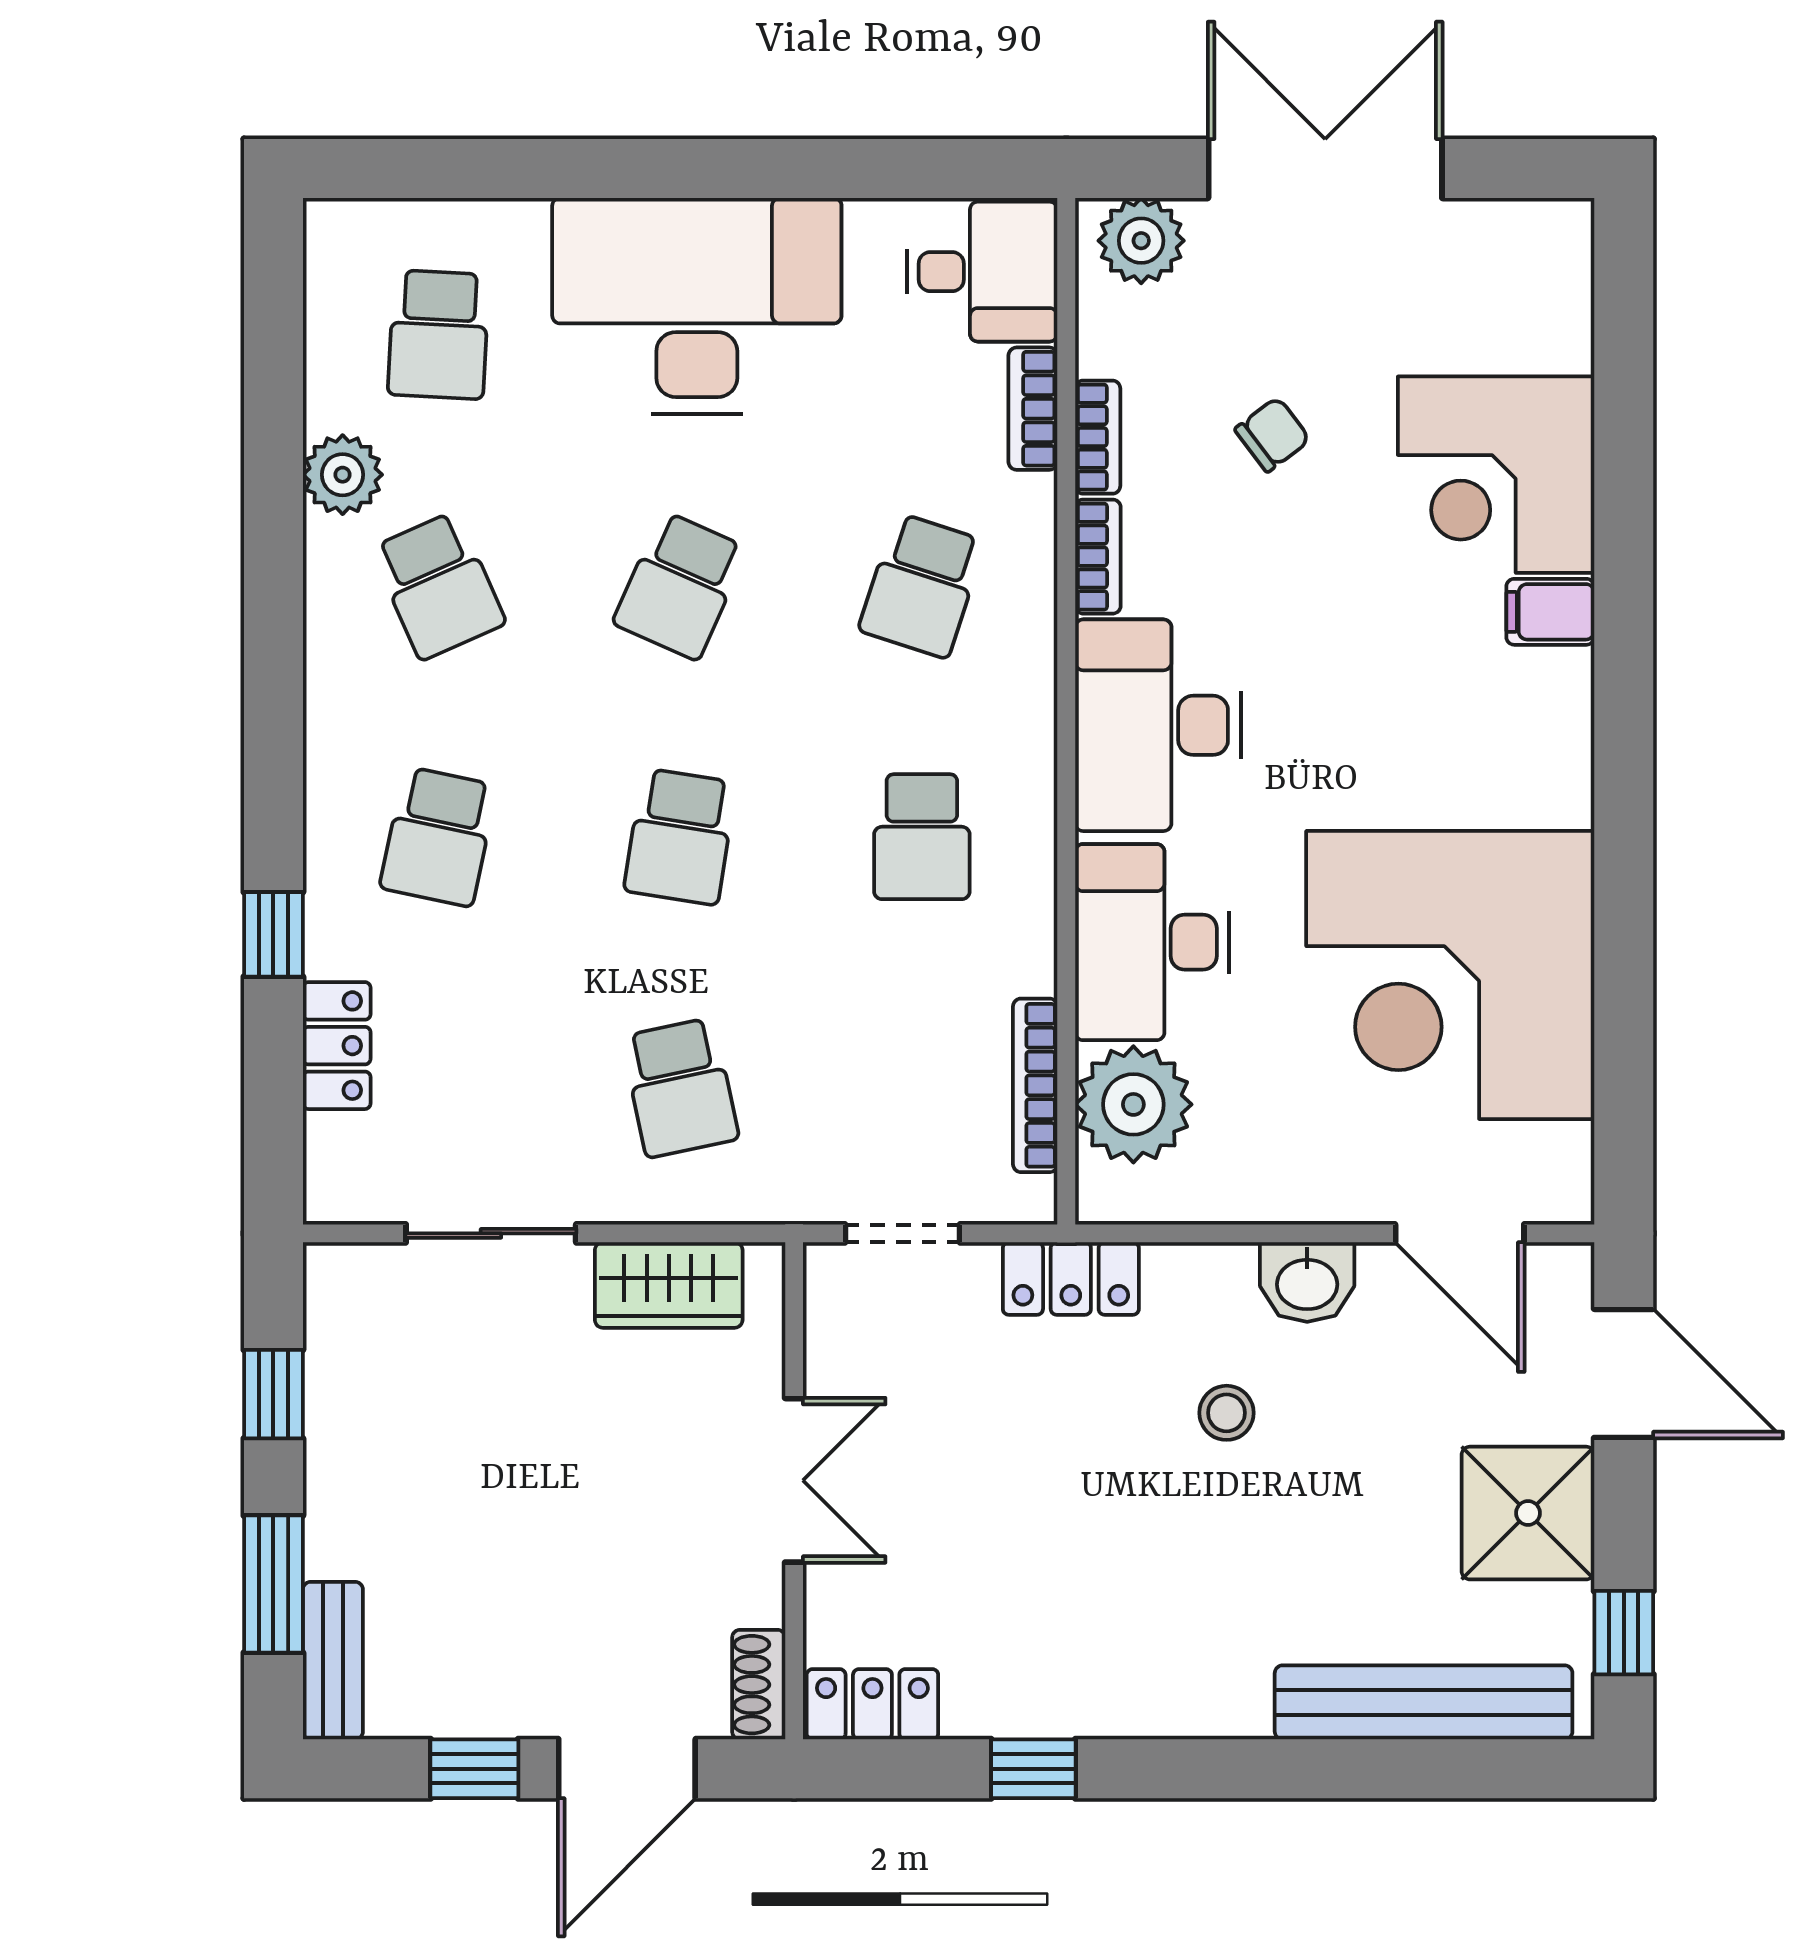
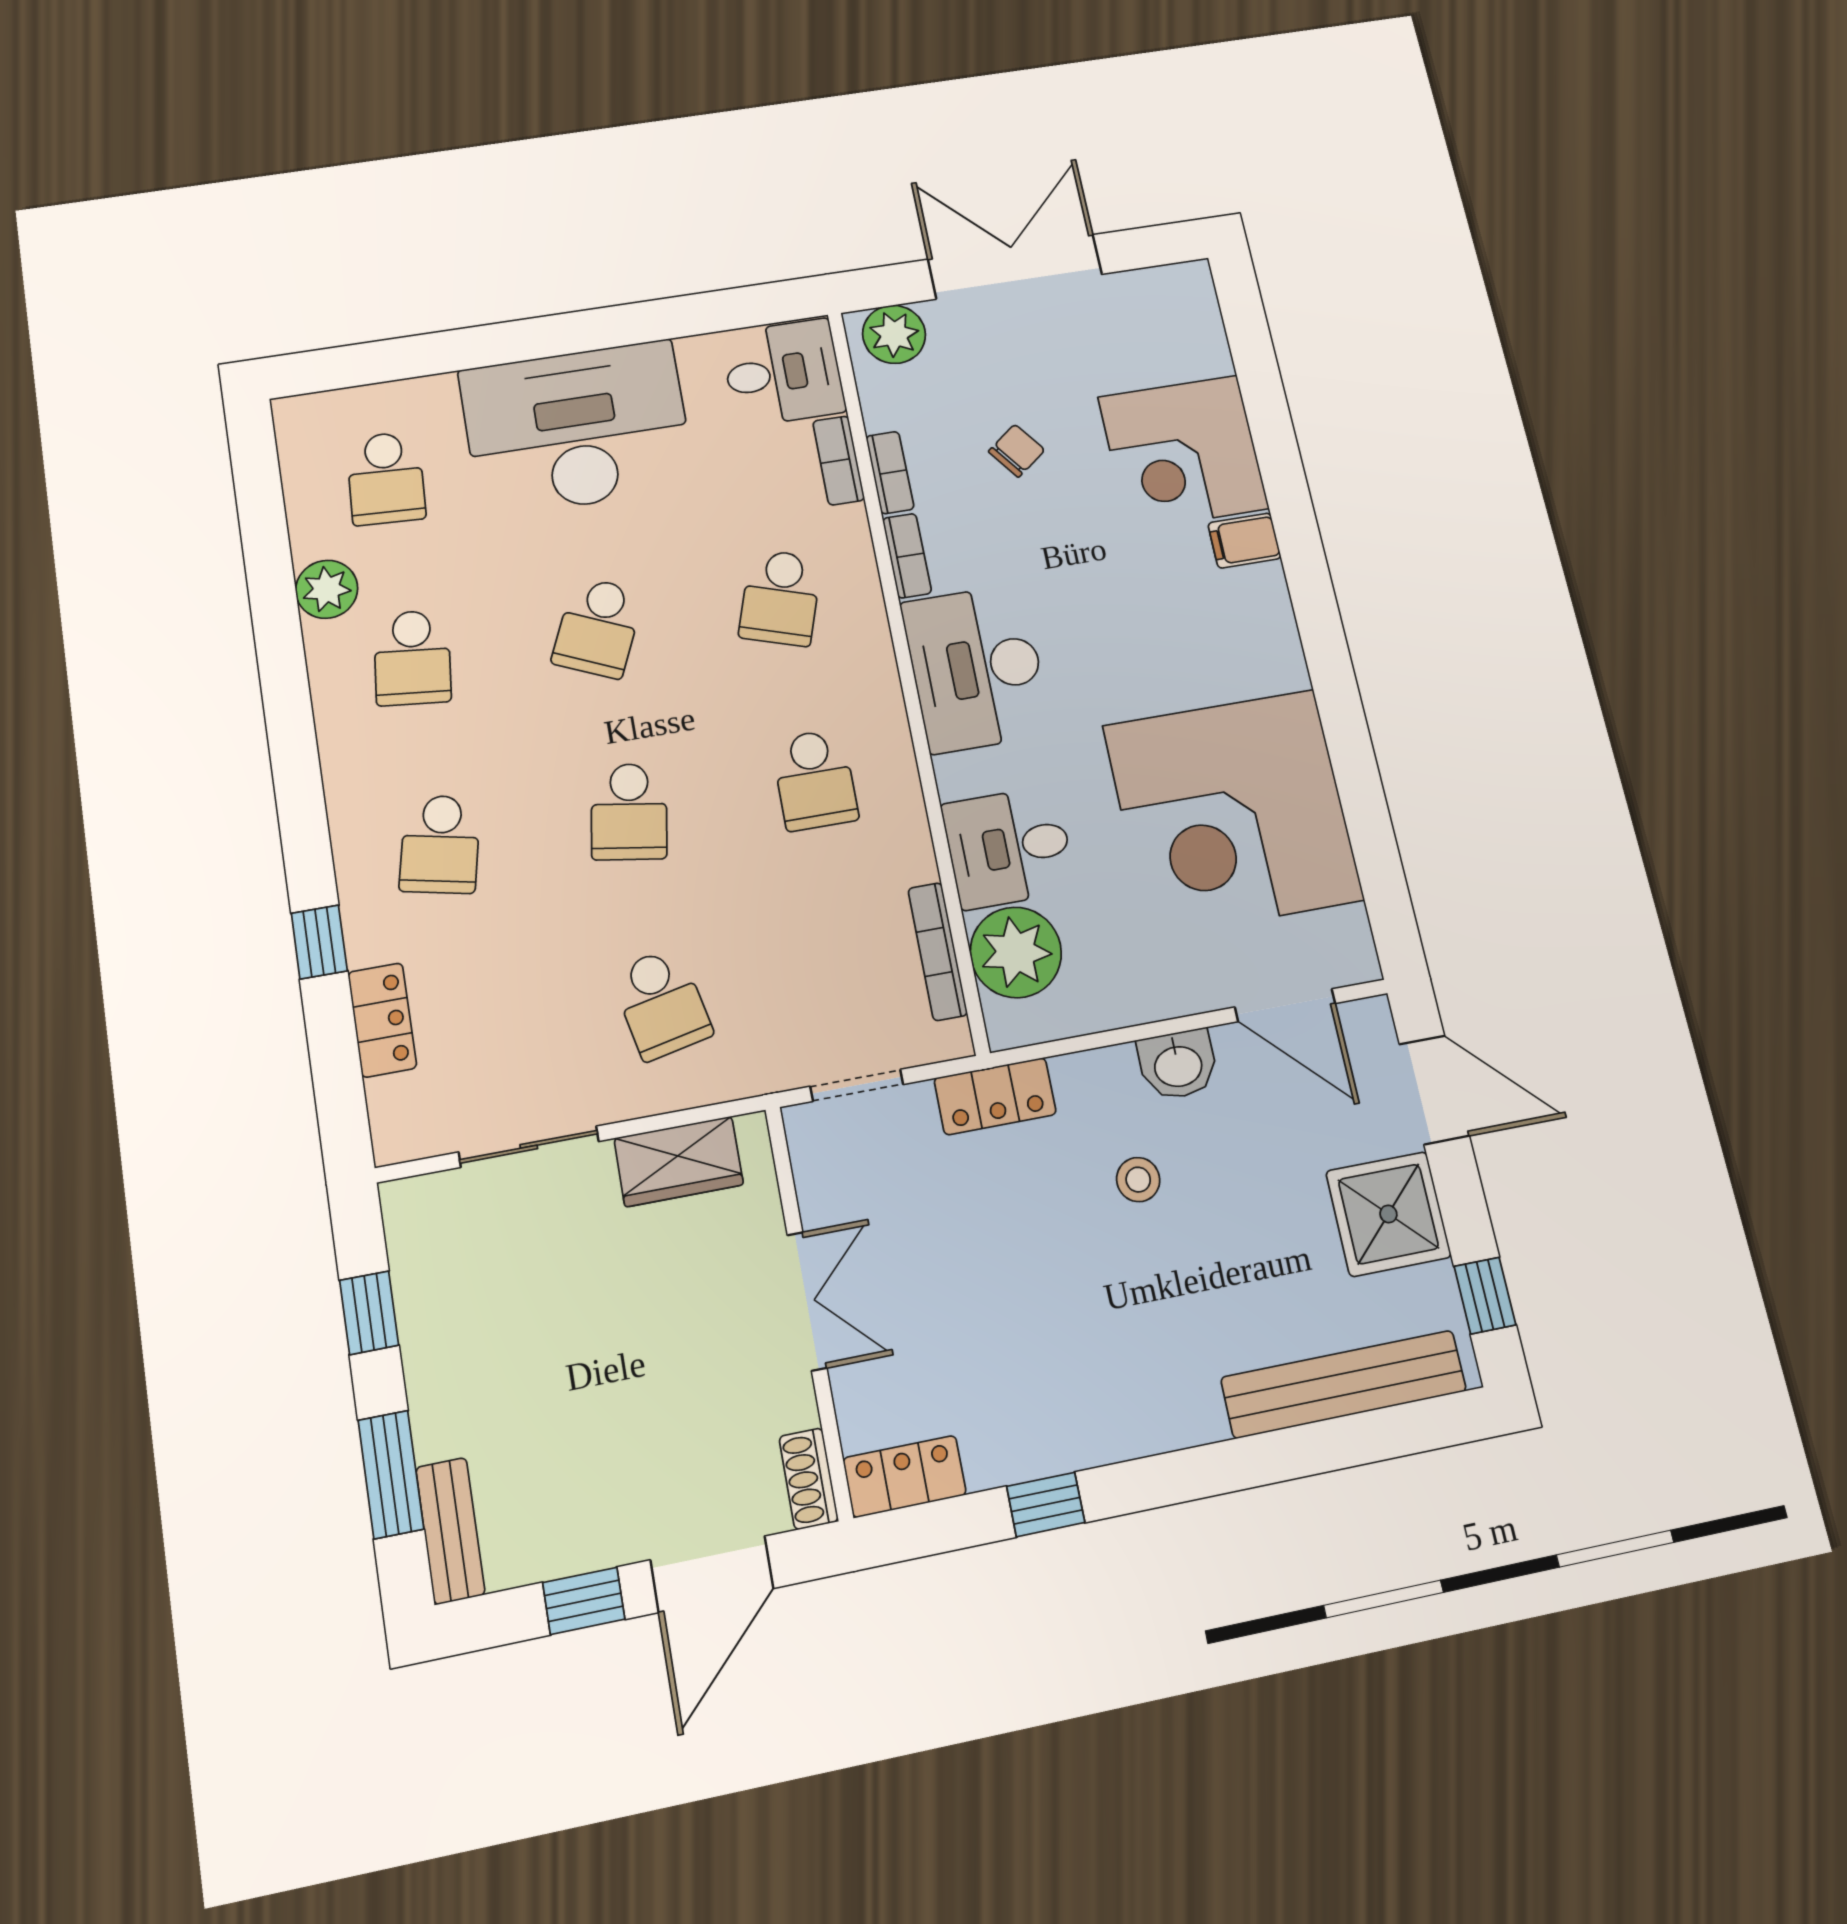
school desk: (438, 586) -> (412, 658), turned 30
desk: (1152, 942) -> (1009, 847), width x0.73

